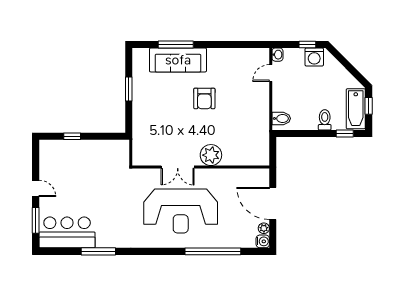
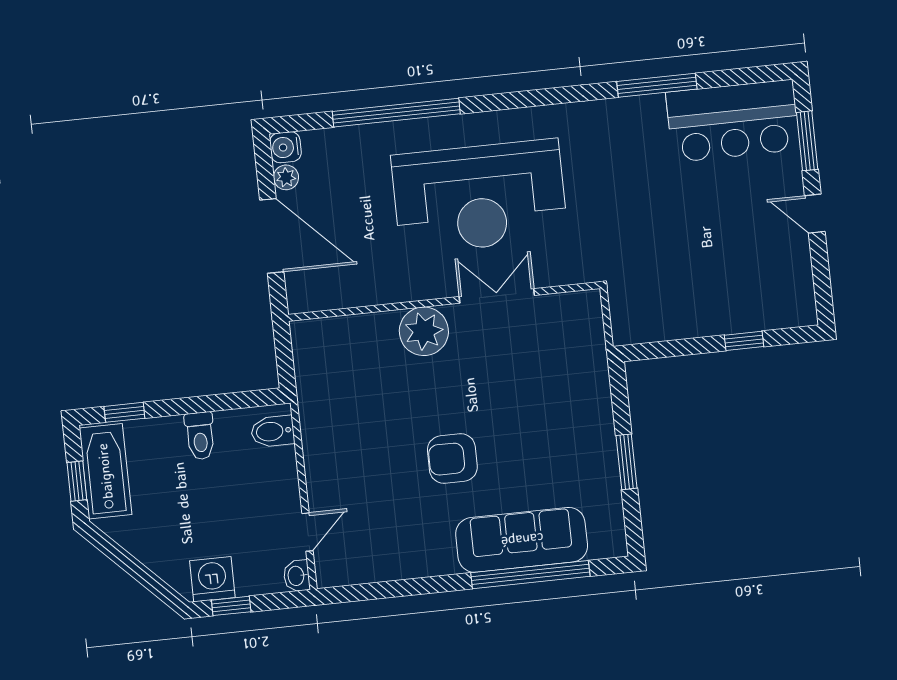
window: (176, 44) -> (530, 575), width x1.46
armchair: (204, 98) -> (452, 458), turned -90
toilet: (325, 120) -> (200, 436), moved
reception desk: (181, 211) -> (479, 197), turned 180

